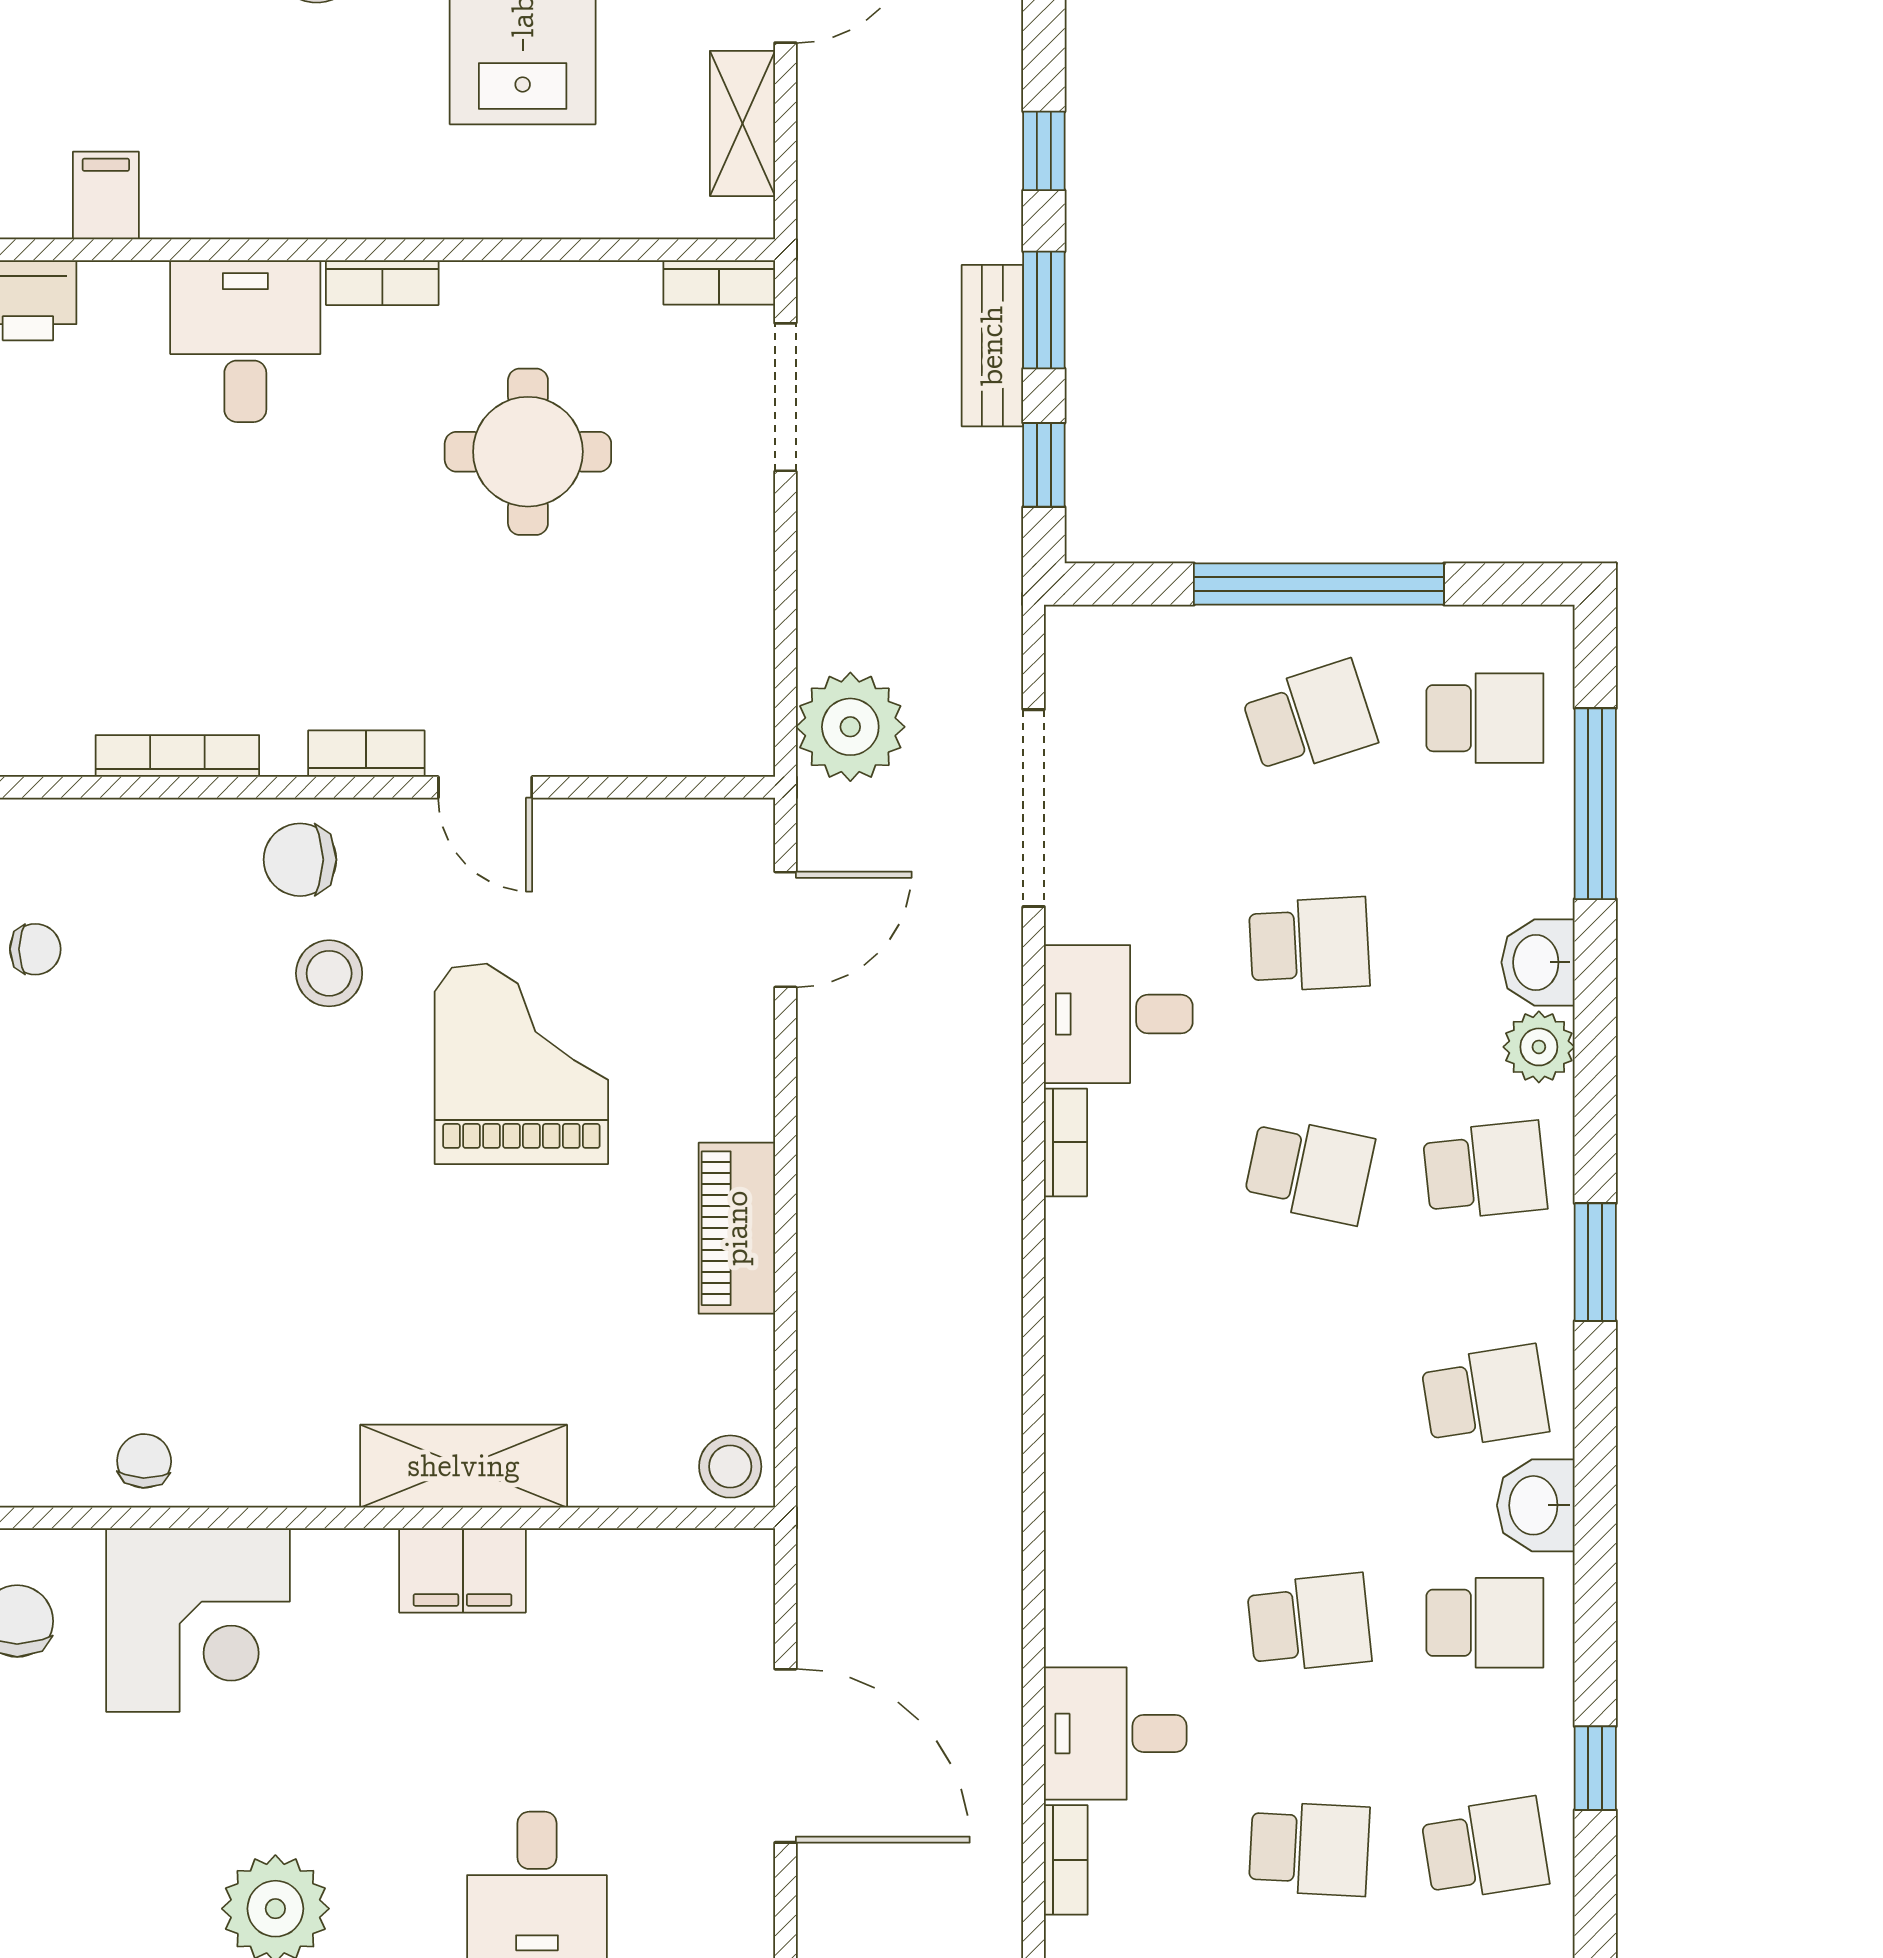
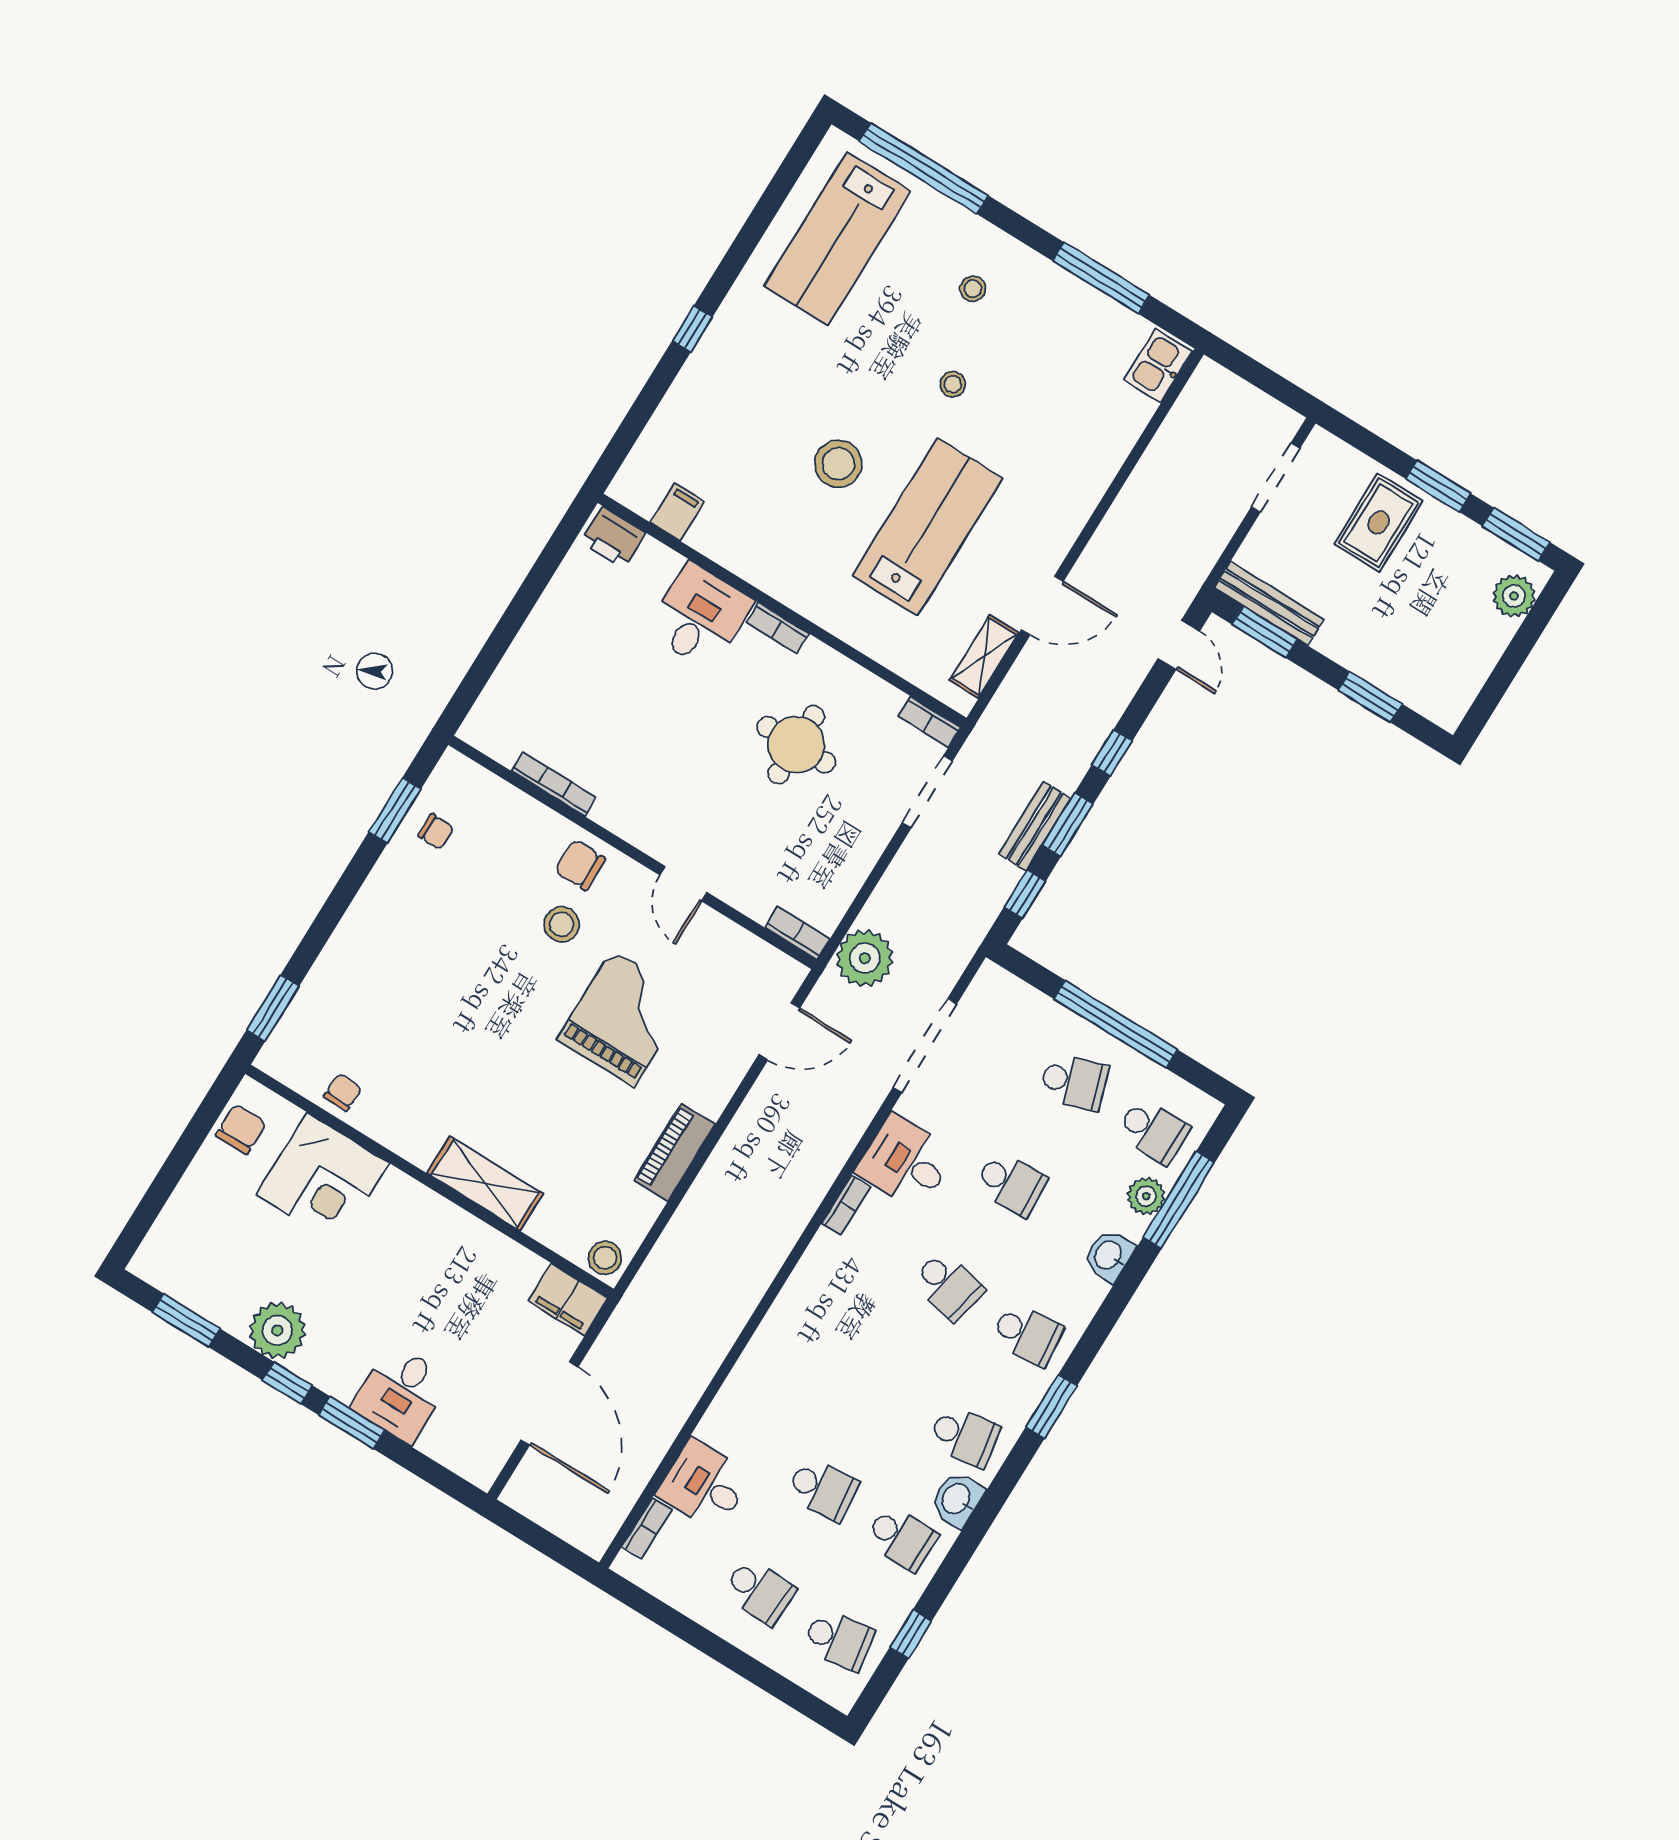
bookcase: (366, 754) -> (797, 933), moved
plant: (1539, 1047) -> (1146, 1196), moved
filing cabinet: (463, 1570) -> (568, 1299), moved

